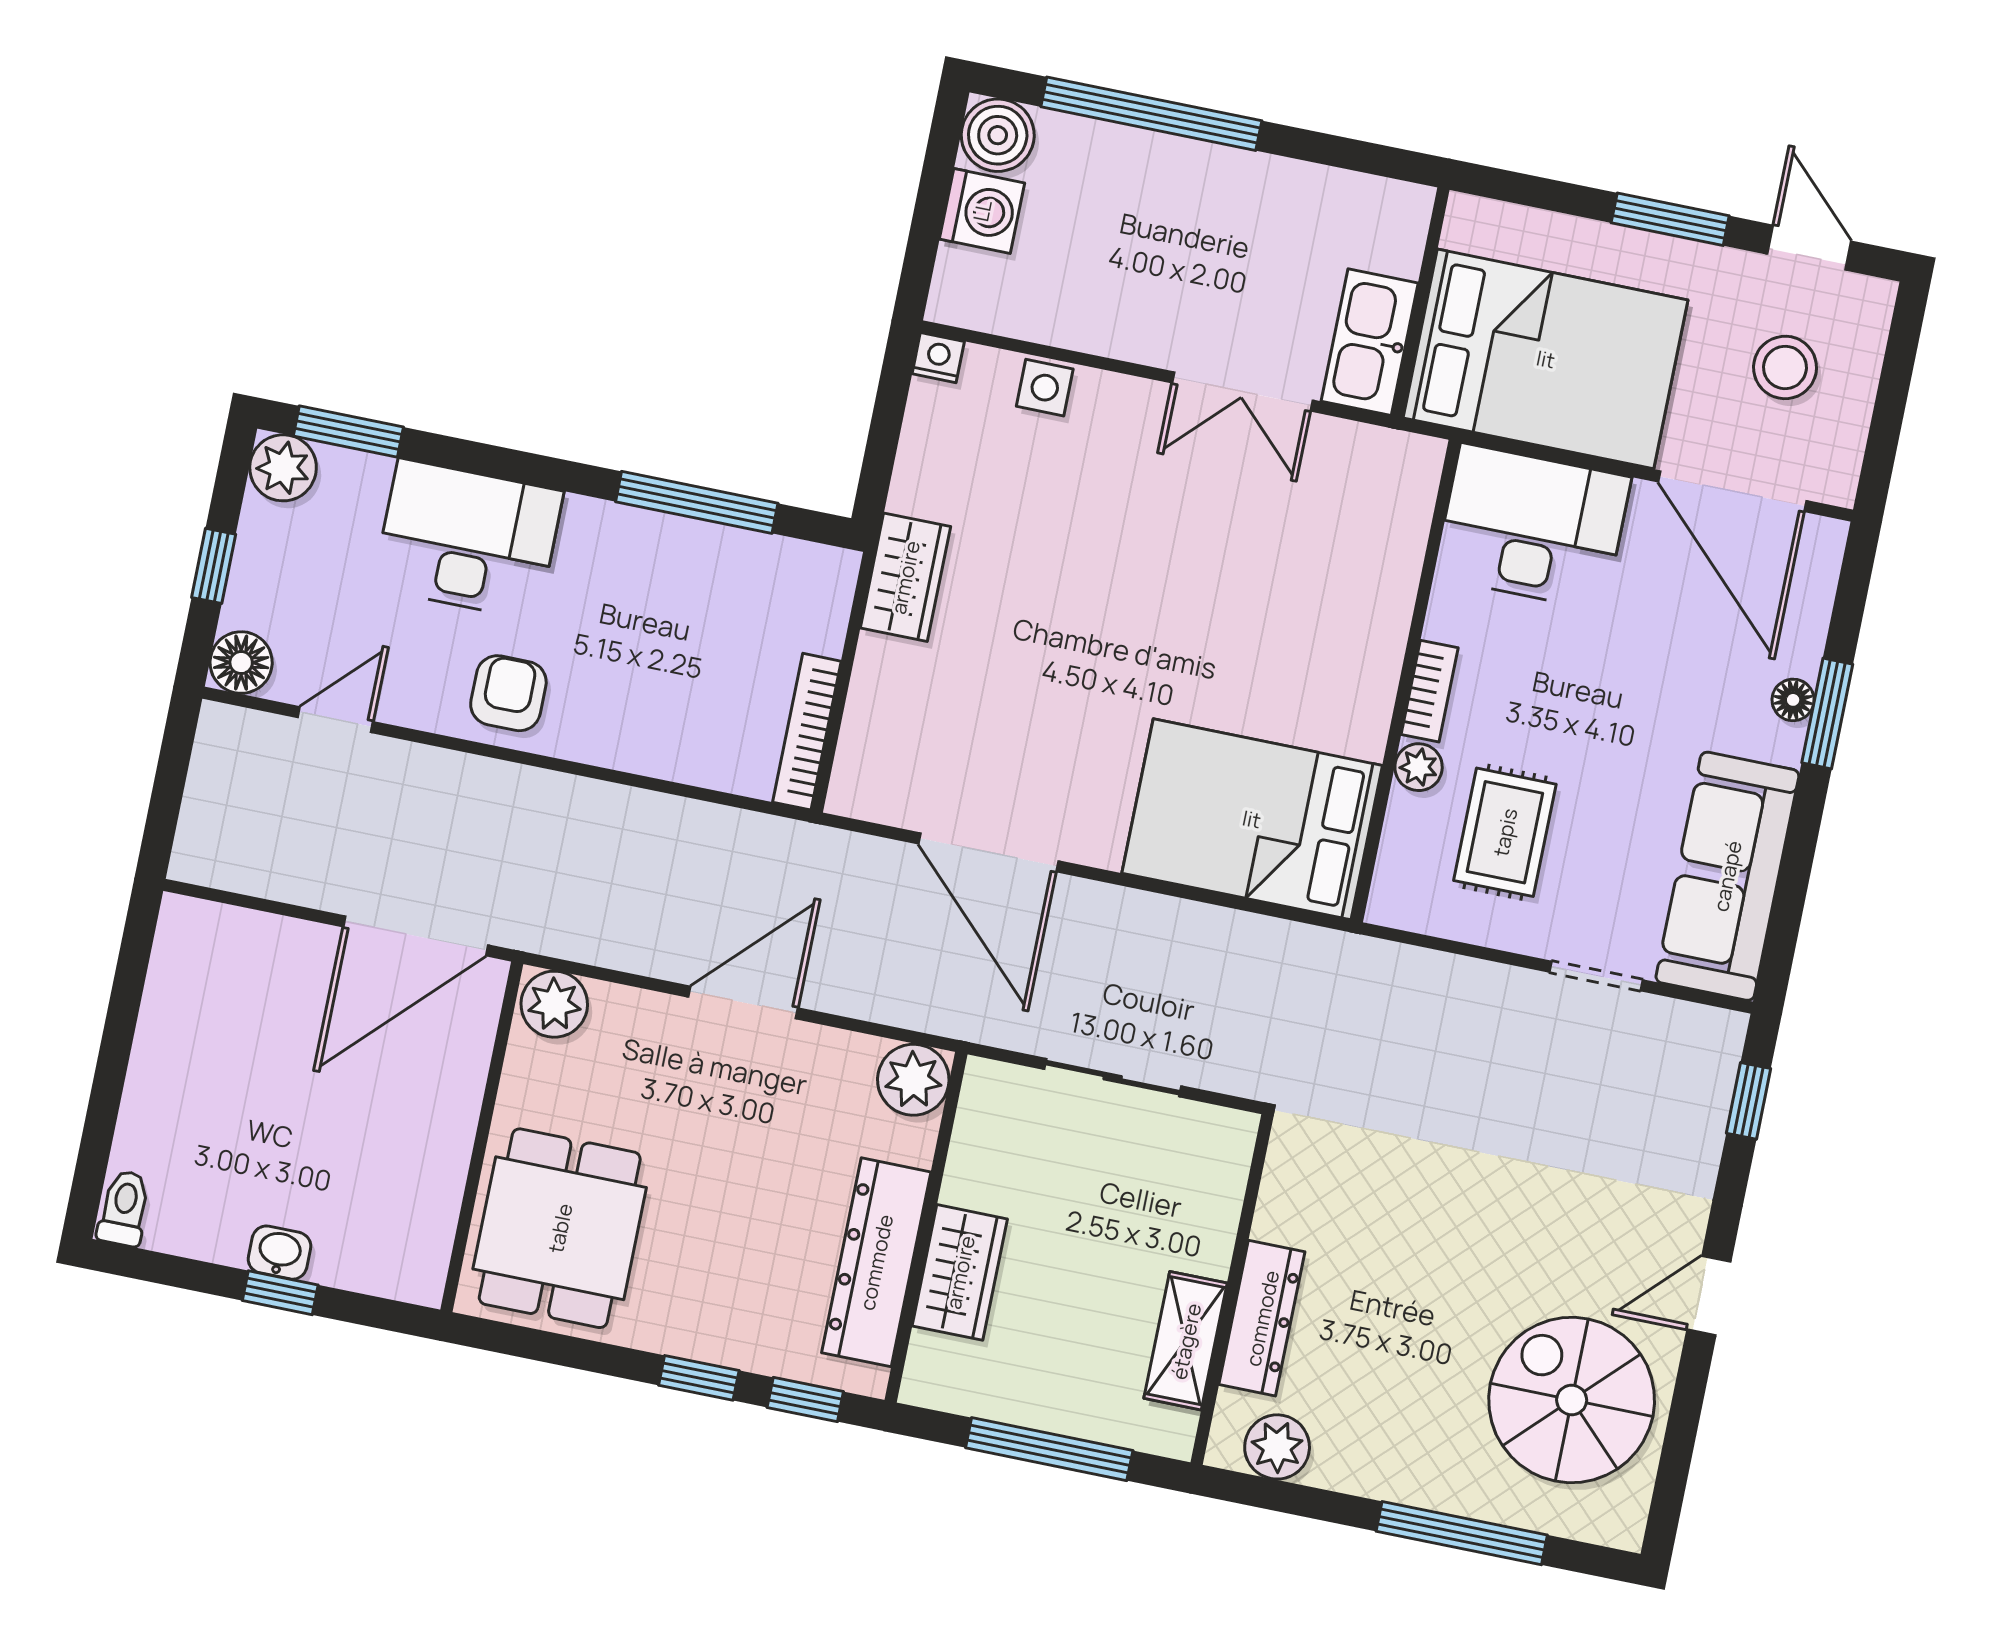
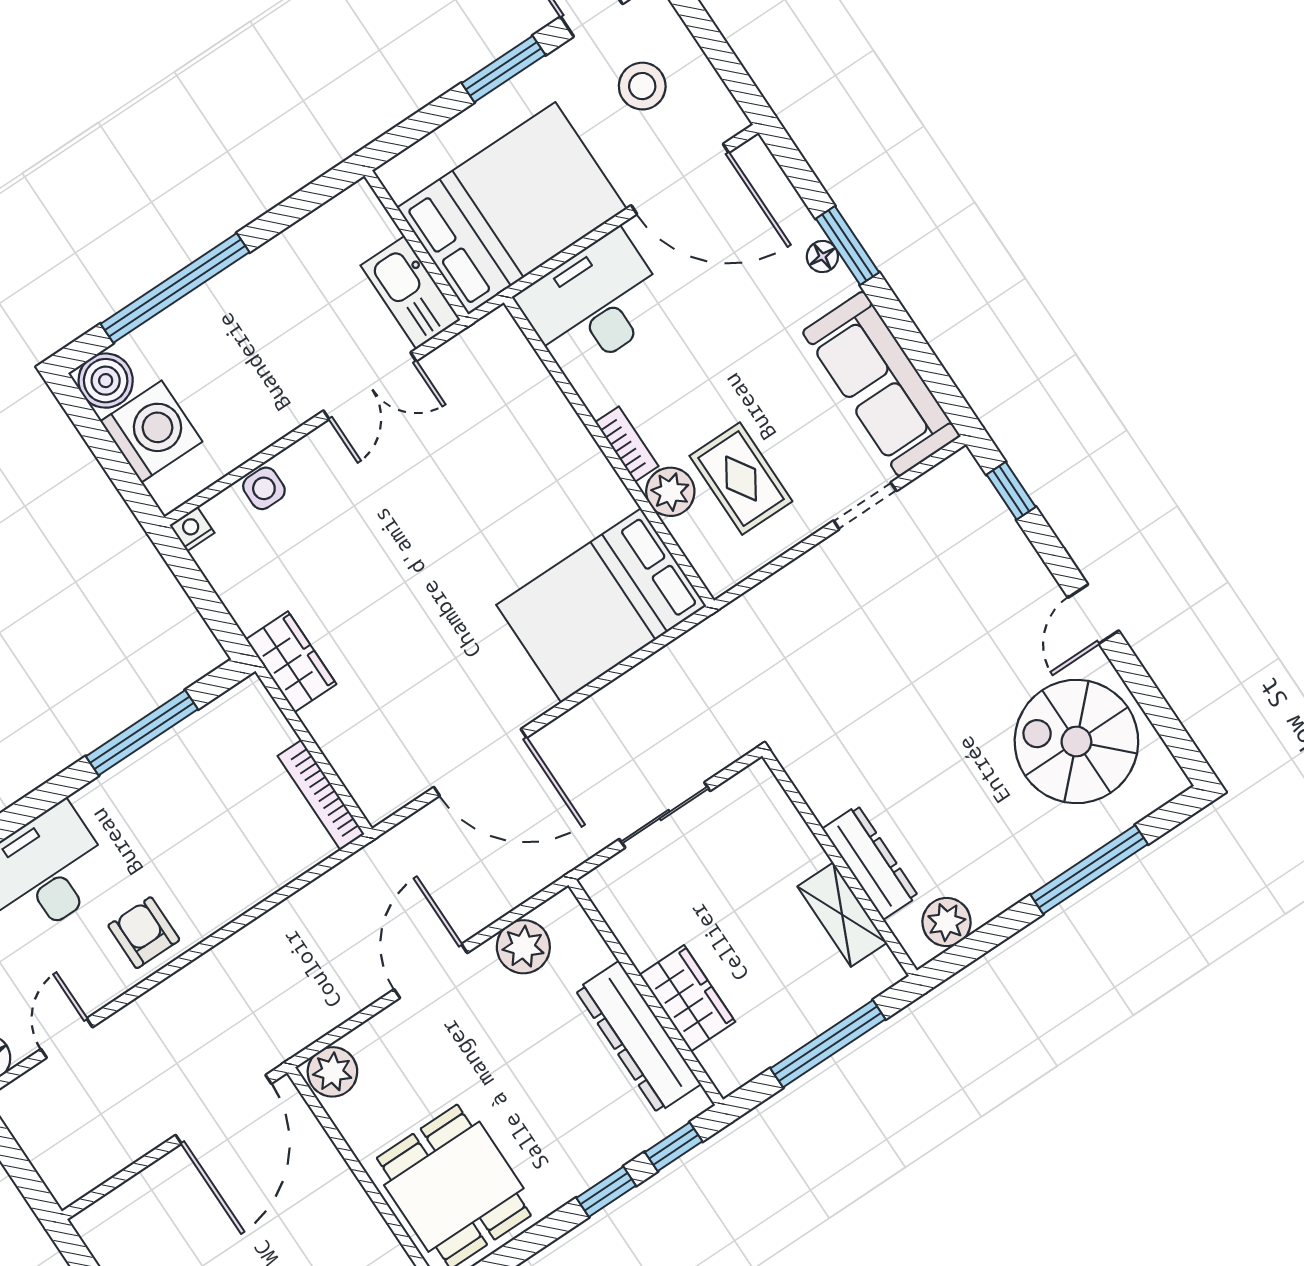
washing machine: (982, 211) -> (151, 431), width x1.37, depth x1.37
plant: (1419, 767) -> (670, 492), width x1.38, depth x1.38
plant: (913, 1080) -> (523, 947), moved

